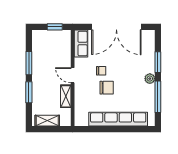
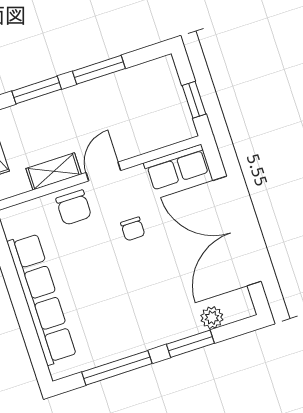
plant: (150, 79) -> (212, 318), moved
chair: (107, 88) -> (74, 207), moved

